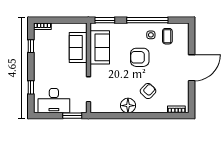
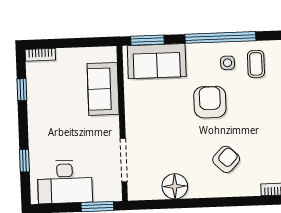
sofa: (100, 47) -> (157, 61), moved, turned 90
armchair: (140, 57) -> (210, 102), turned 90
floor lamp: (128, 106) -> (175, 186), moved

